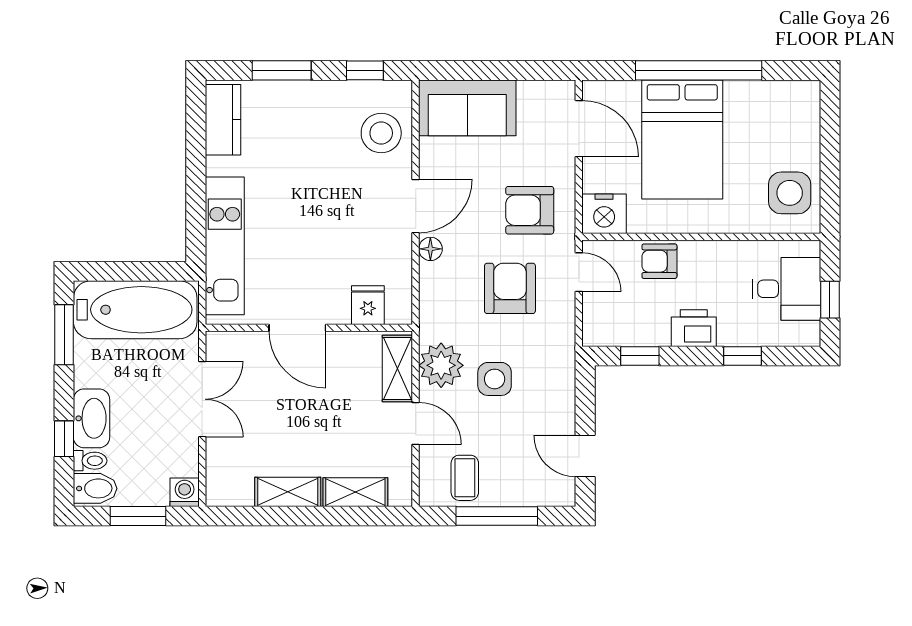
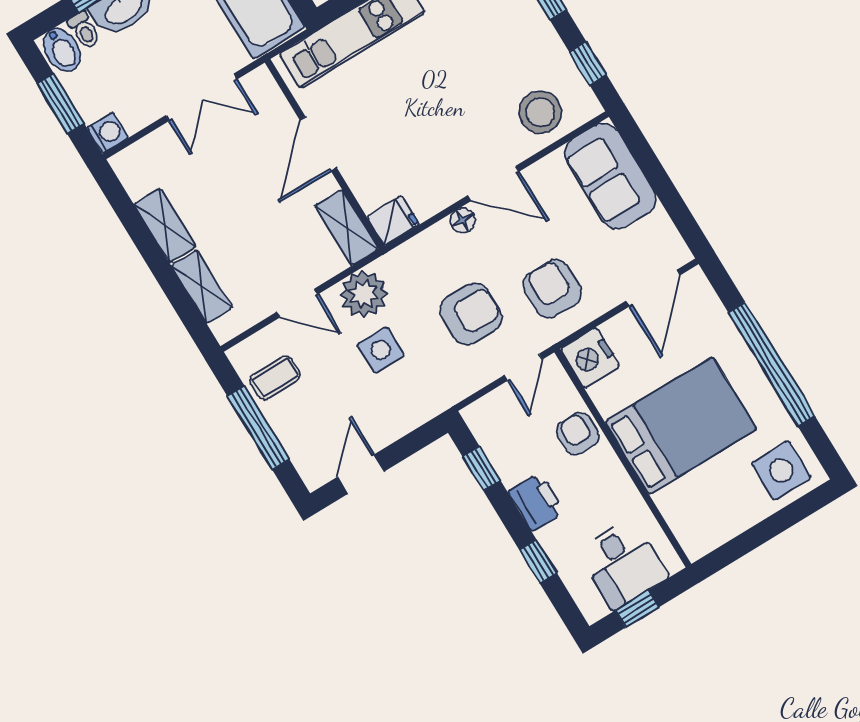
bed: (682, 139) -> (681, 426), moved, turned 180
side table: (790, 193) -> (781, 470), moved
fridge: (368, 305) -> (393, 221), moved
shelving: (397, 369) -> (347, 228), moved, turned 90
door: (416, 423) -> (297, 303), hinge flipped

